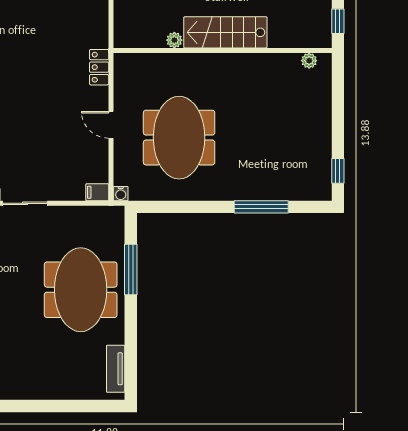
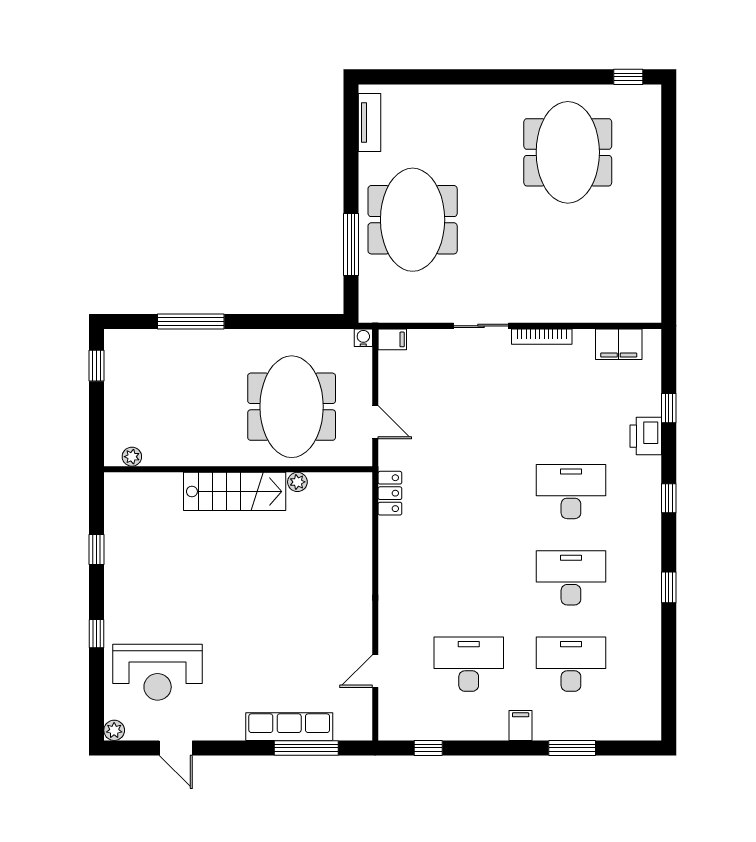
stairs: (225, 32) -> (235, 491), moved
plant: (174, 40) -> (297, 482), moved
wall: (223, 50) -> (238, 469), moved
plant: (309, 61) -> (132, 457), moved

